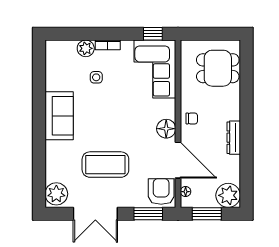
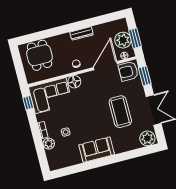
floor lamp: (166, 129) -> (74, 82), moved
plant: (228, 195) -> (123, 40), moved

